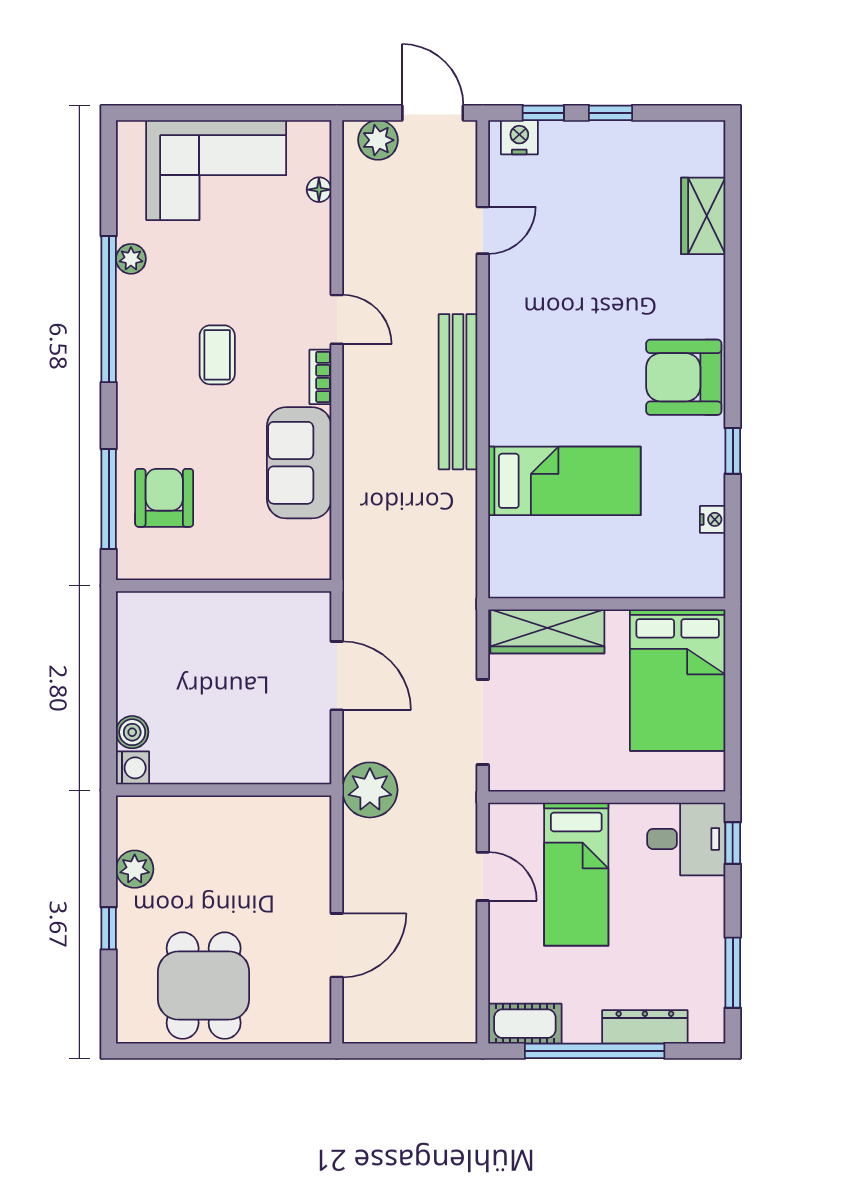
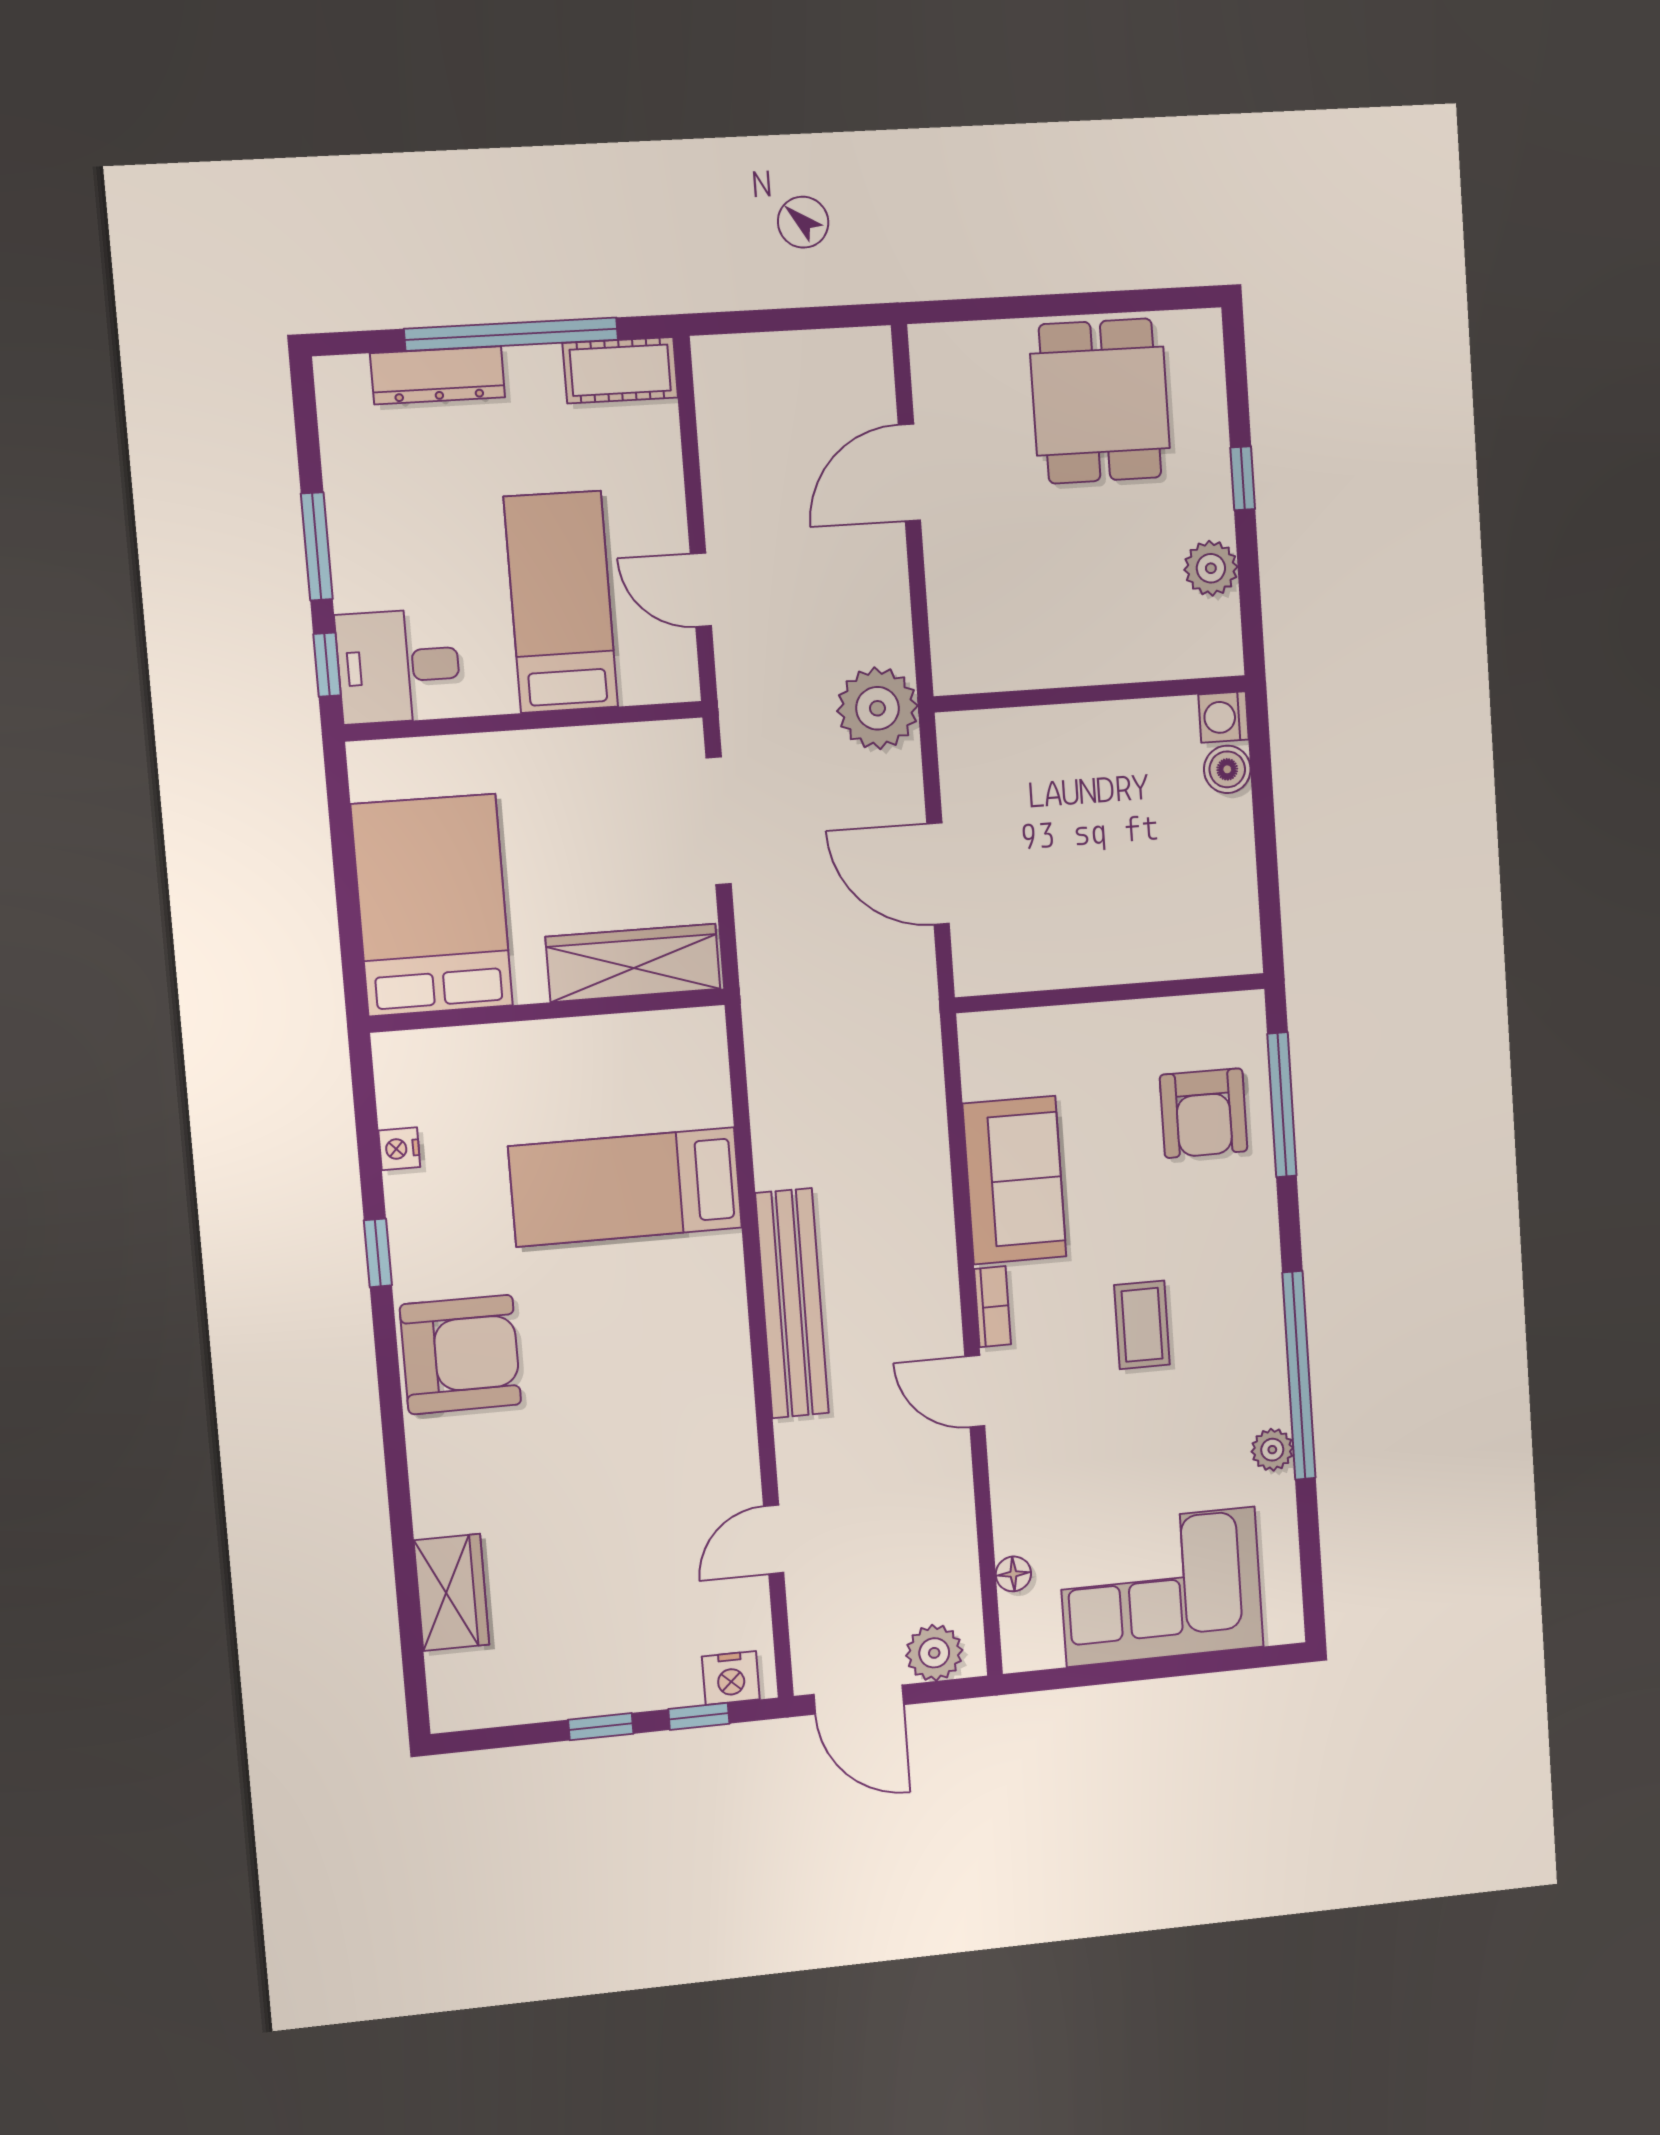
window: (733, 973) -> (317, 546), moved

